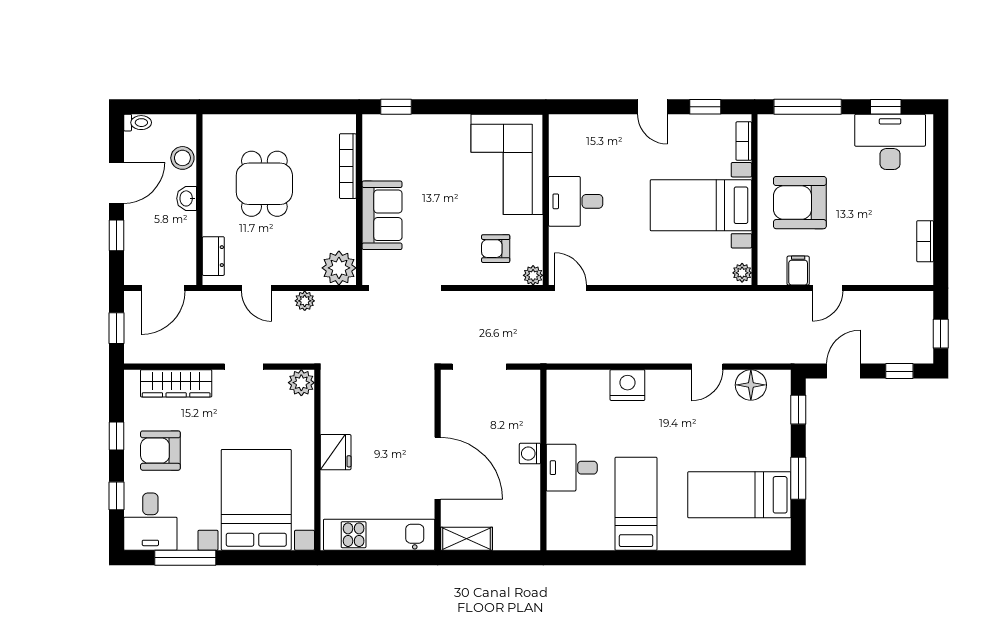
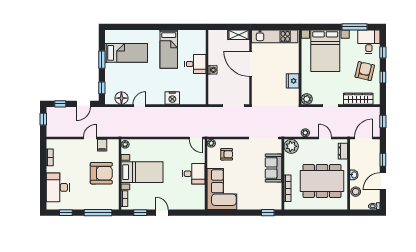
desk: (890, 142) -> (58, 187), moved, turned 90
dining table: (264, 184) -> (322, 181), width x1.88, depth x1.24
armchair: (160, 451) -> (365, 71), turned -77
fridge: (336, 452) -> (293, 81), moved

